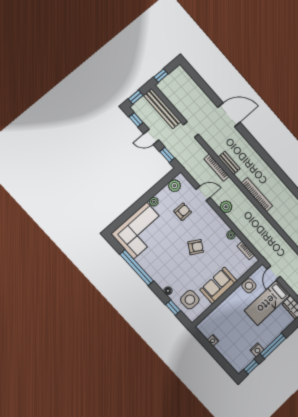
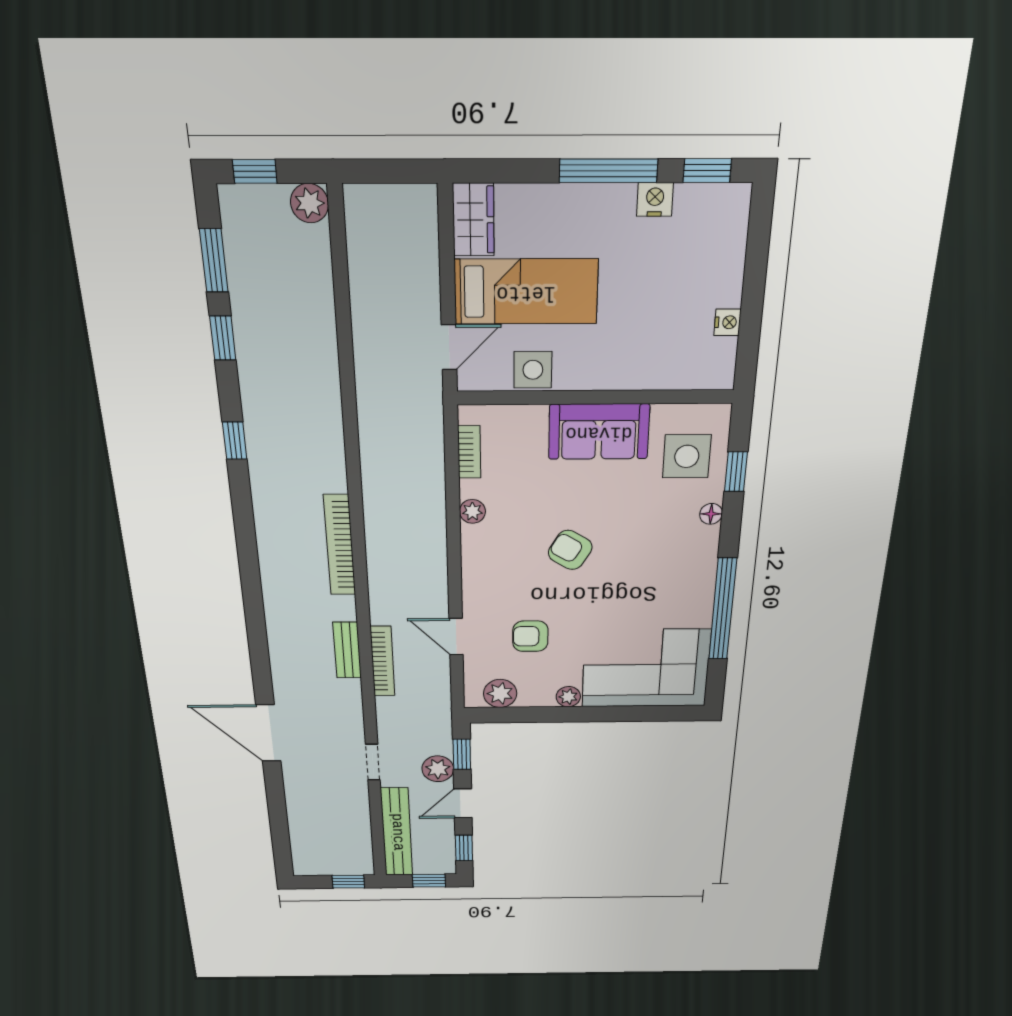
door: (151, 137) -> (463, 803), swing flipped
plant: (226, 207) -> (438, 769), moved

